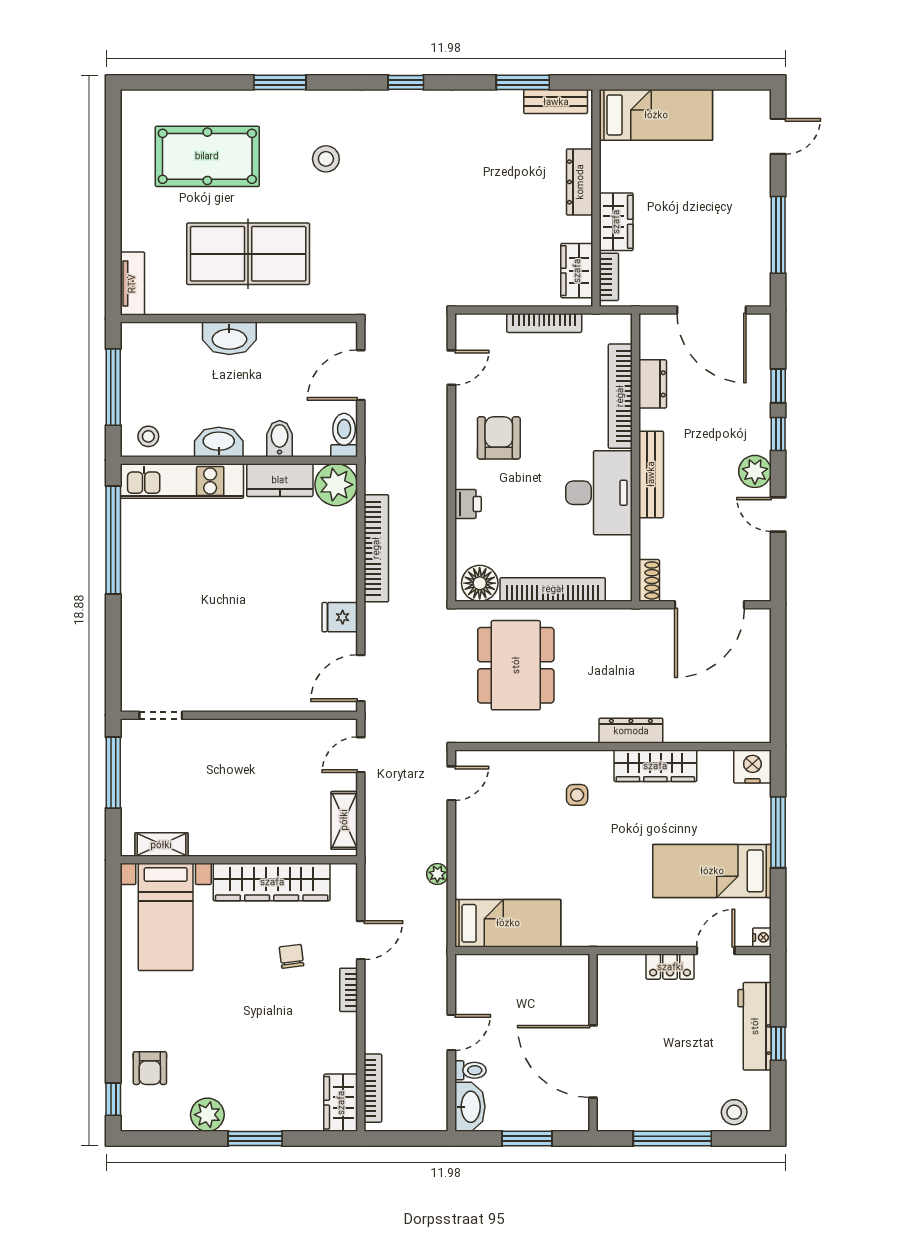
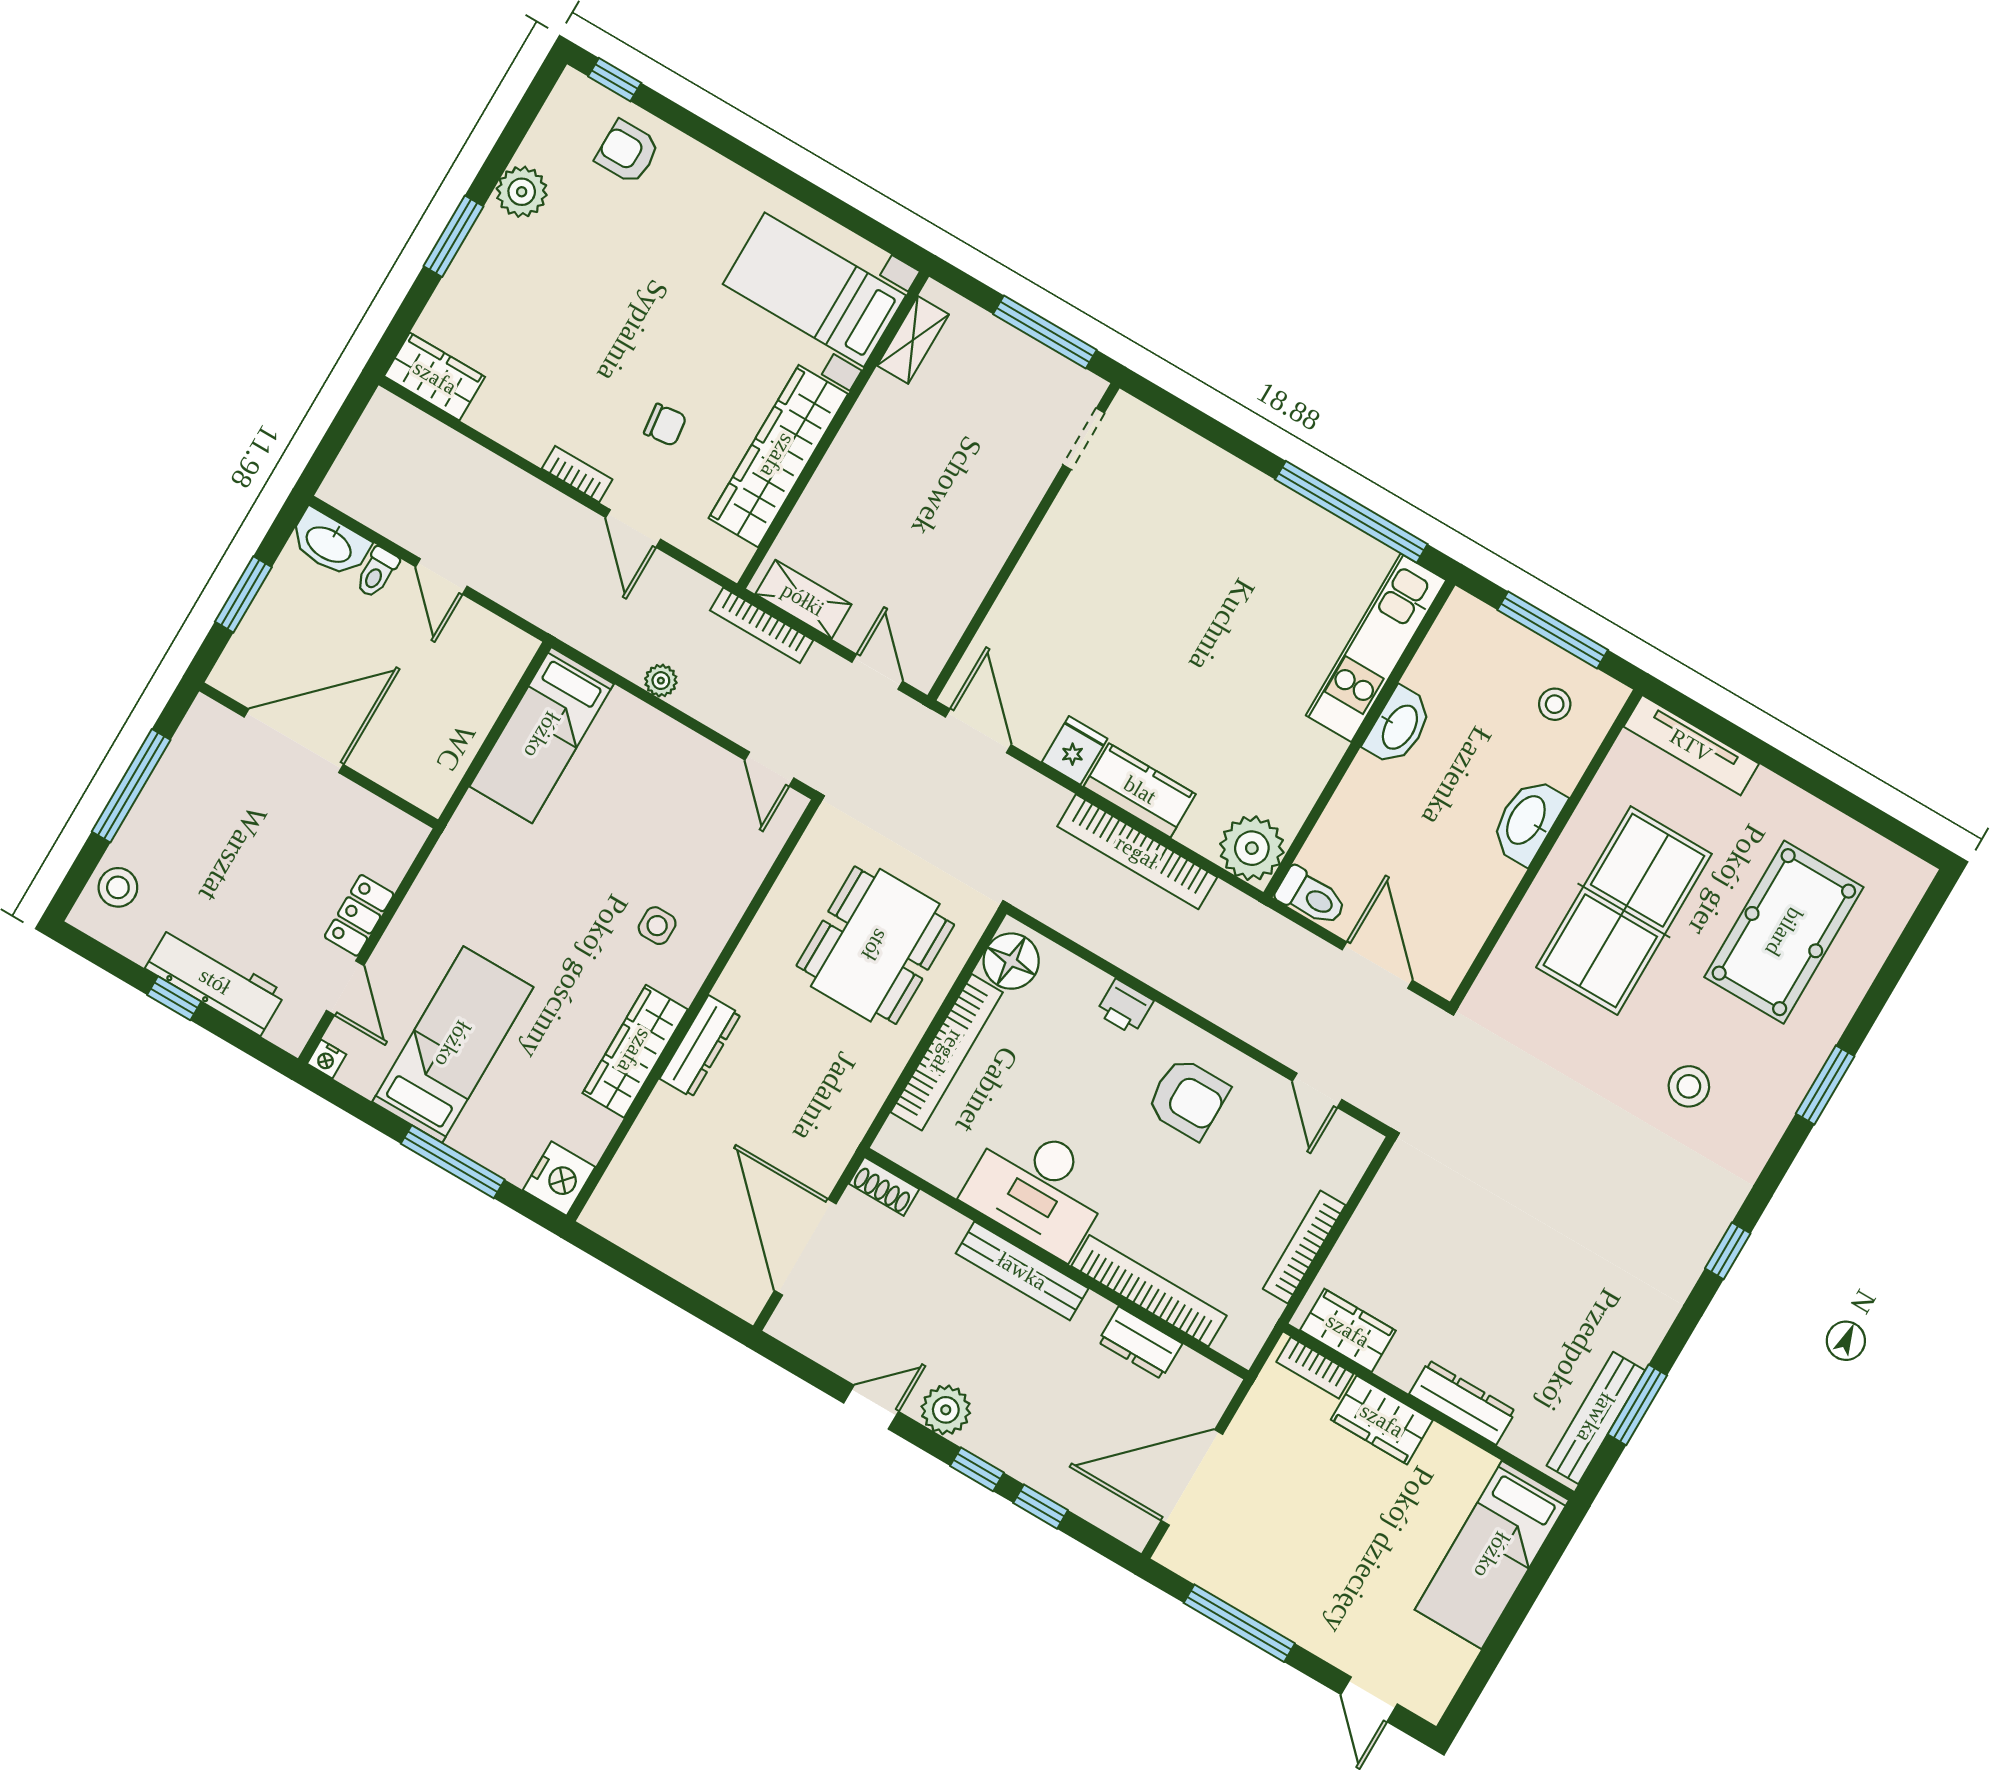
bench: (556, 102) -> (1596, 1418), width x1.36
tv unit: (132, 284) -> (1691, 745), width x1.41
stool: (148, 436) -> (1555, 704), moved
bidet: (280, 439) -> (1356, 809), removed
kitchen counter: (280, 480) -> (1140, 790), moved, turned 90
dining table: (516, 665) -> (875, 945), turned 90
bookcase: (373, 1088) -> (762, 625), moved

